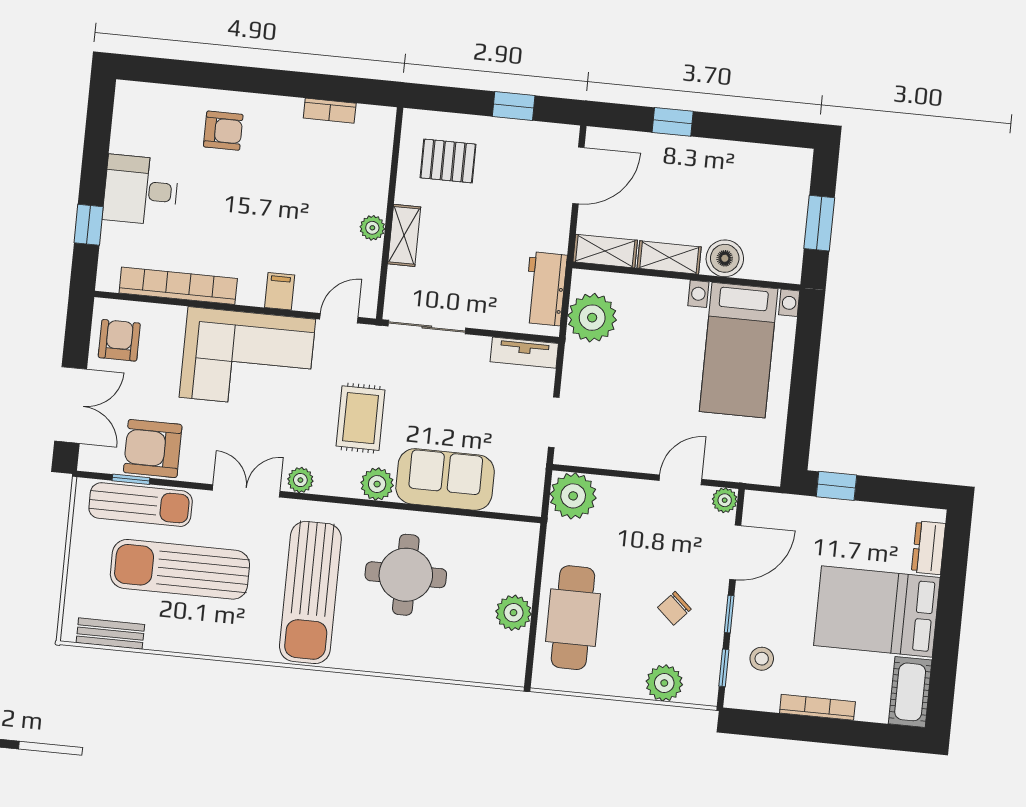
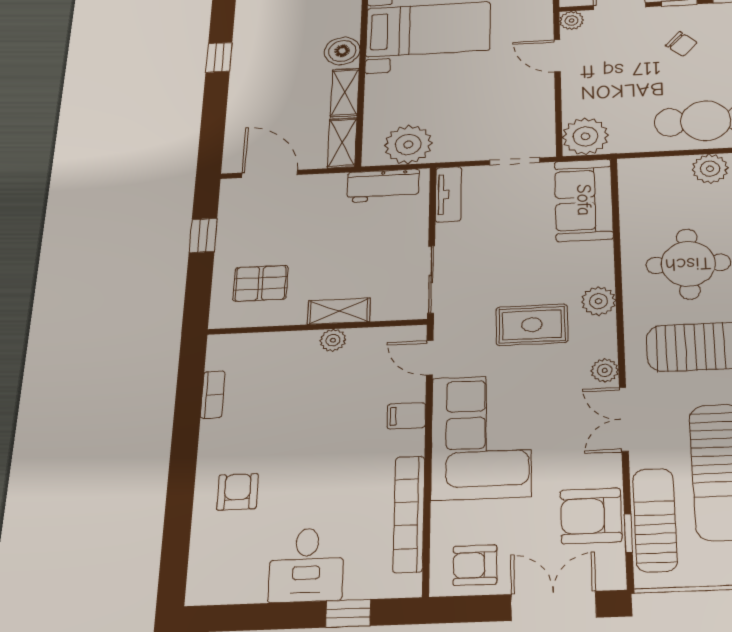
window: (673, 122) -> (219, 57), moved
pallet: (448, 161) -> (261, 283), turned 90
armchair: (153, 448) -> (591, 516), turned 90
sofa: (445, 479) -> (584, 200), moved

